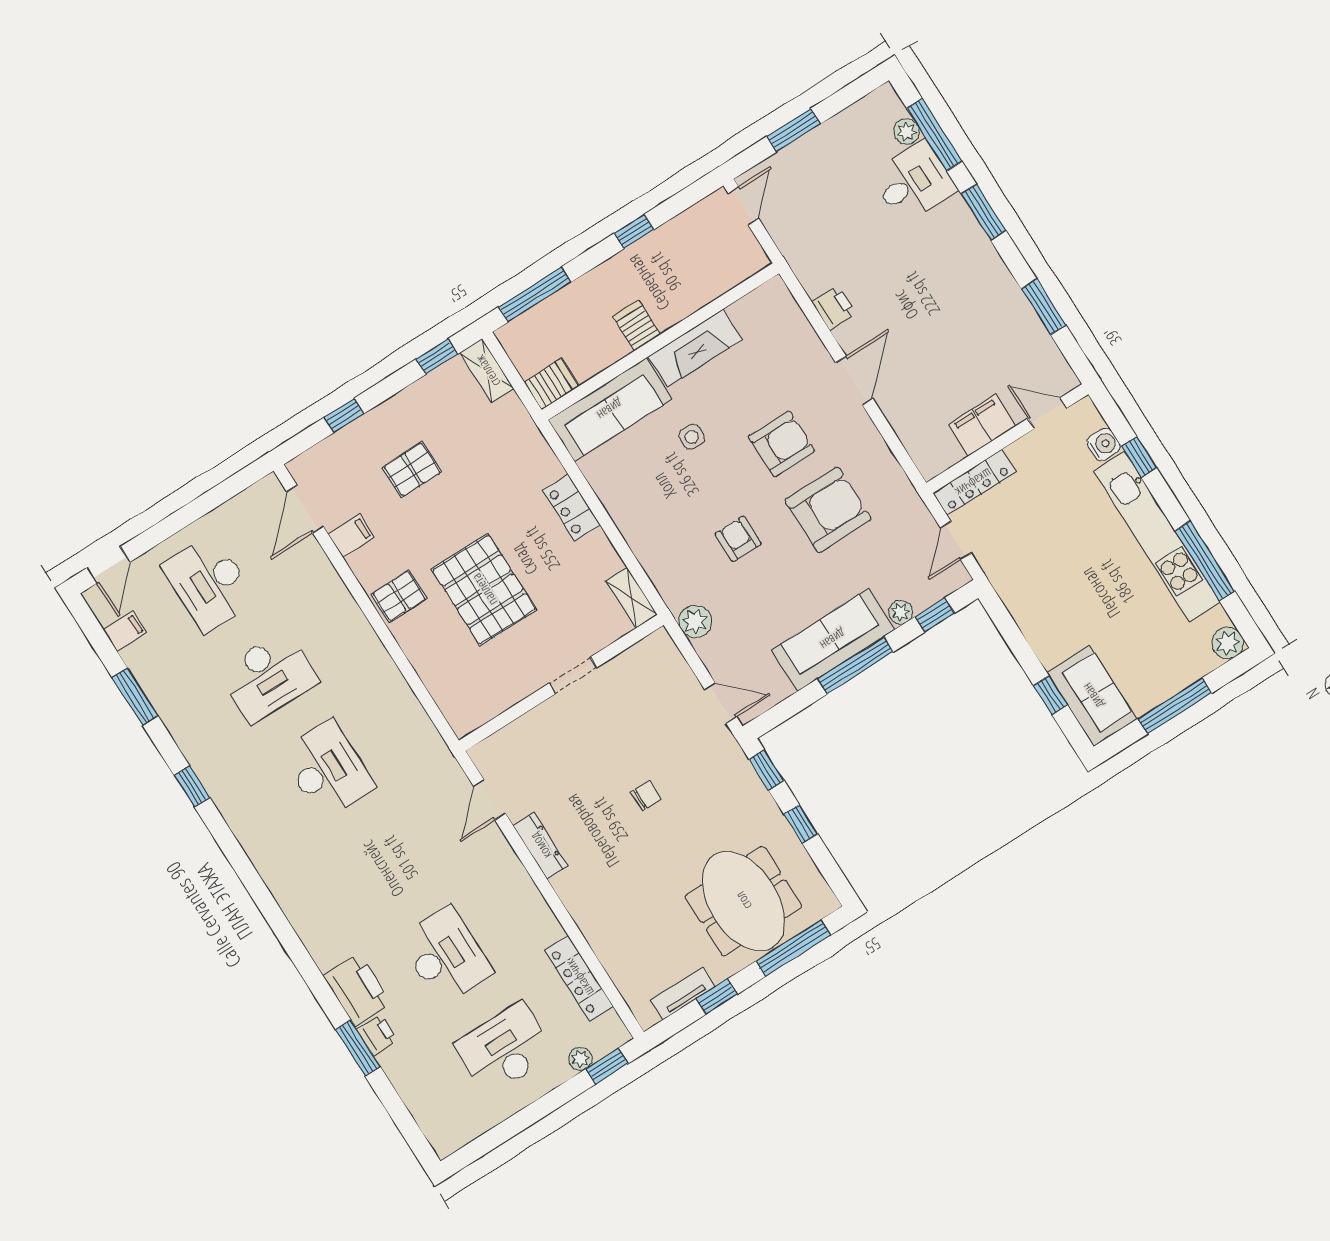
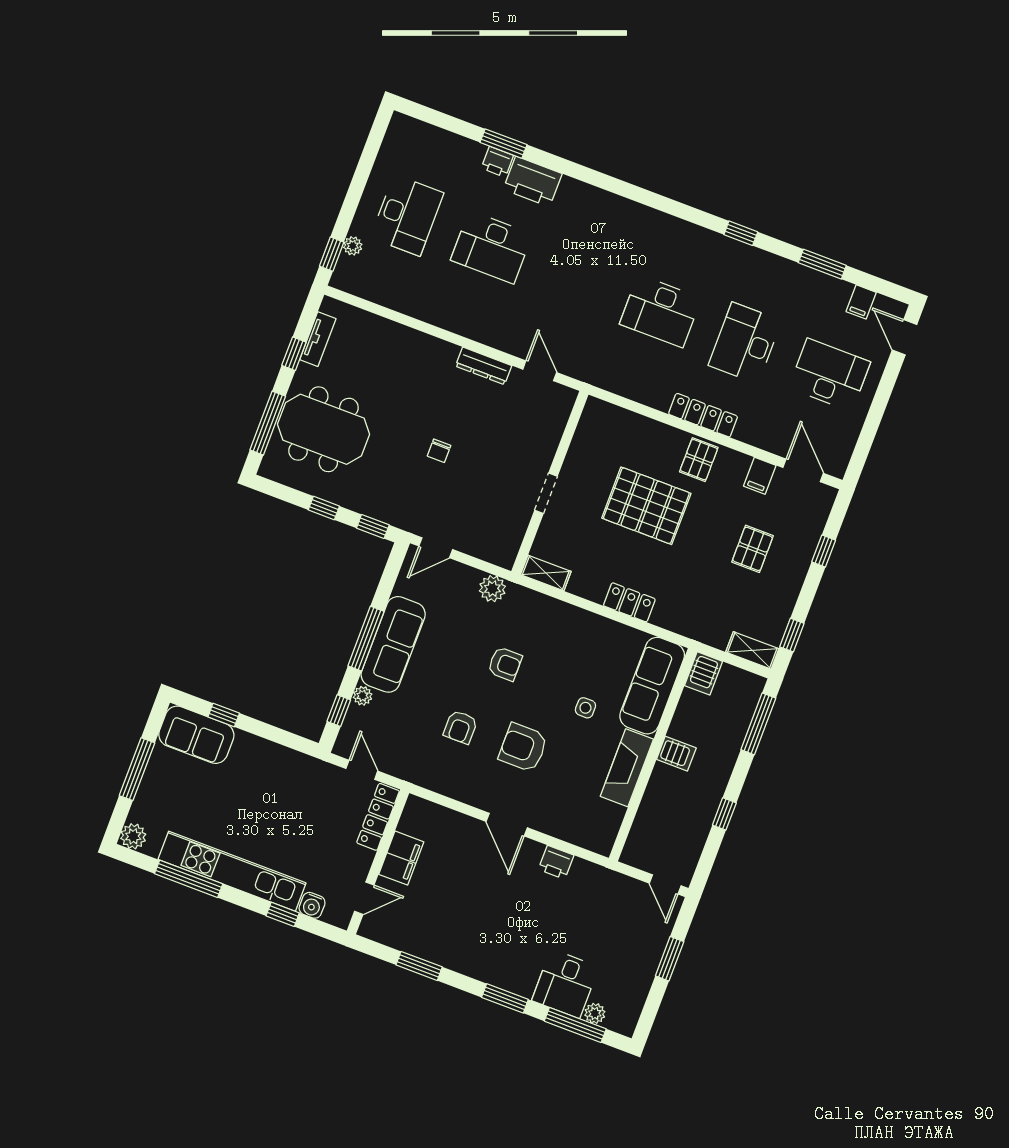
armchair: (782, 444) -> (523, 747), turned 90
armchair: (828, 510) -> (460, 727), width x0.53, depth x0.53
locker: (579, 978) -> (703, 415), moved

